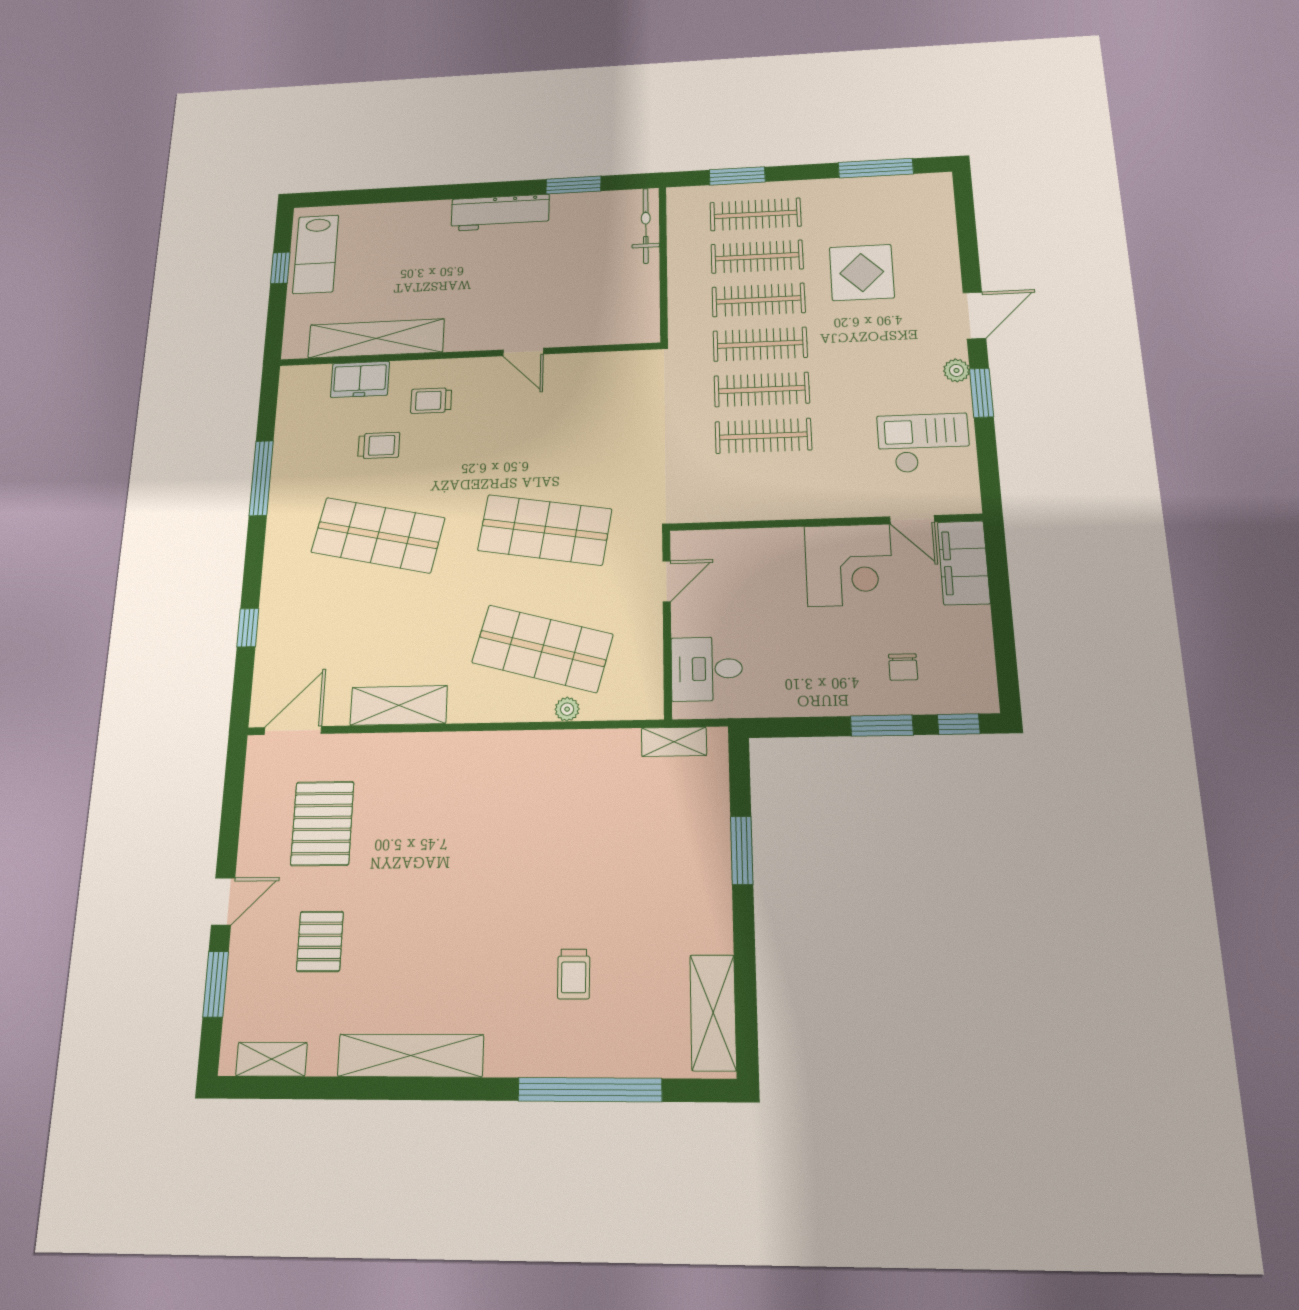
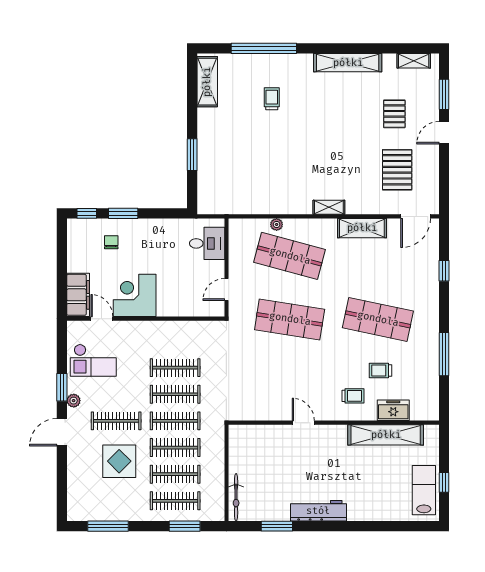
clothes rail: (872, 339) -> (116, 421), added
shelving: (674, 742) -> (329, 207), moved

